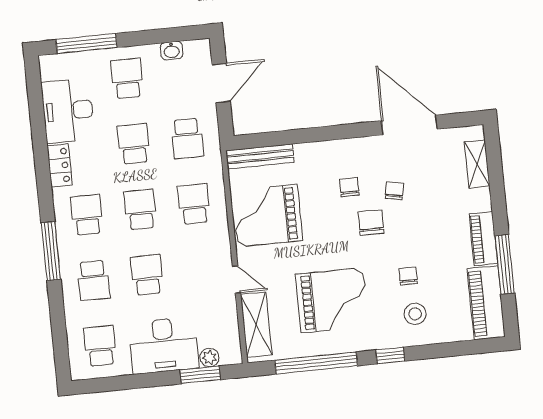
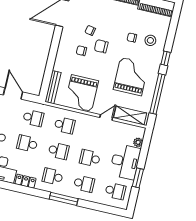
school desk: (194, 204) -> (65, 125), turned 180
school desk: (140, 209) -> (59, 151), turned 180
school desk: (100, 346) -> (115, 191), turned 180
window: (200, 375) -> (138, 178), moved

